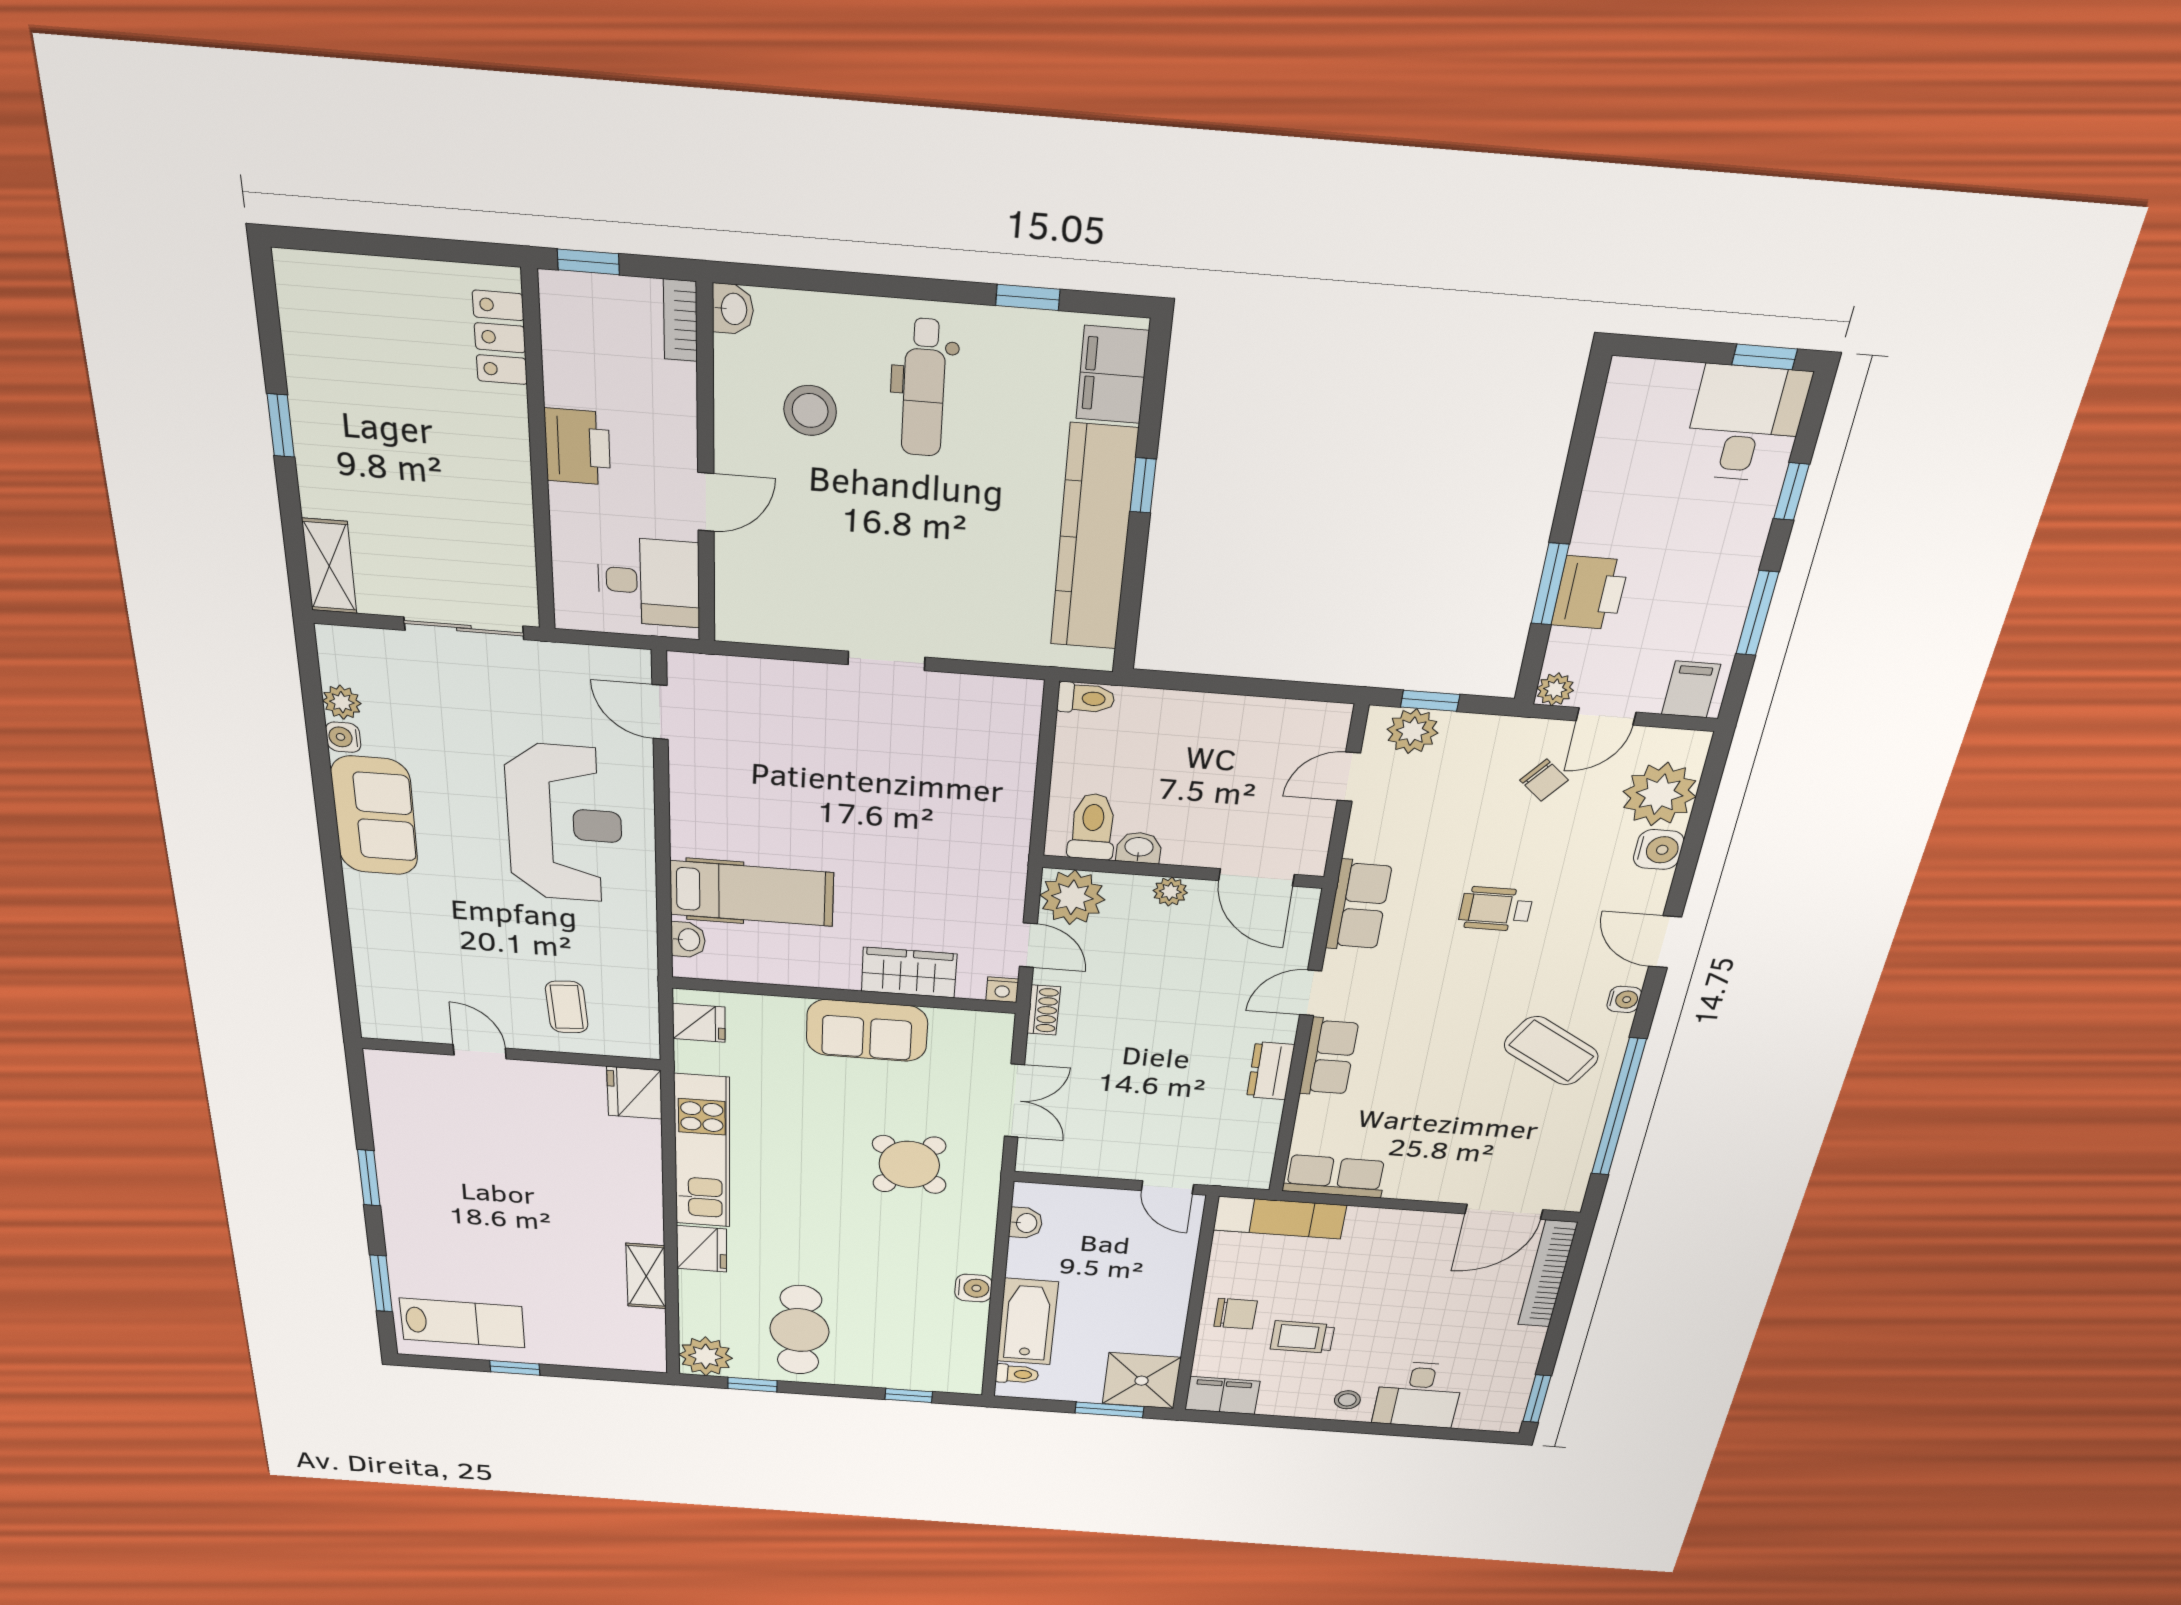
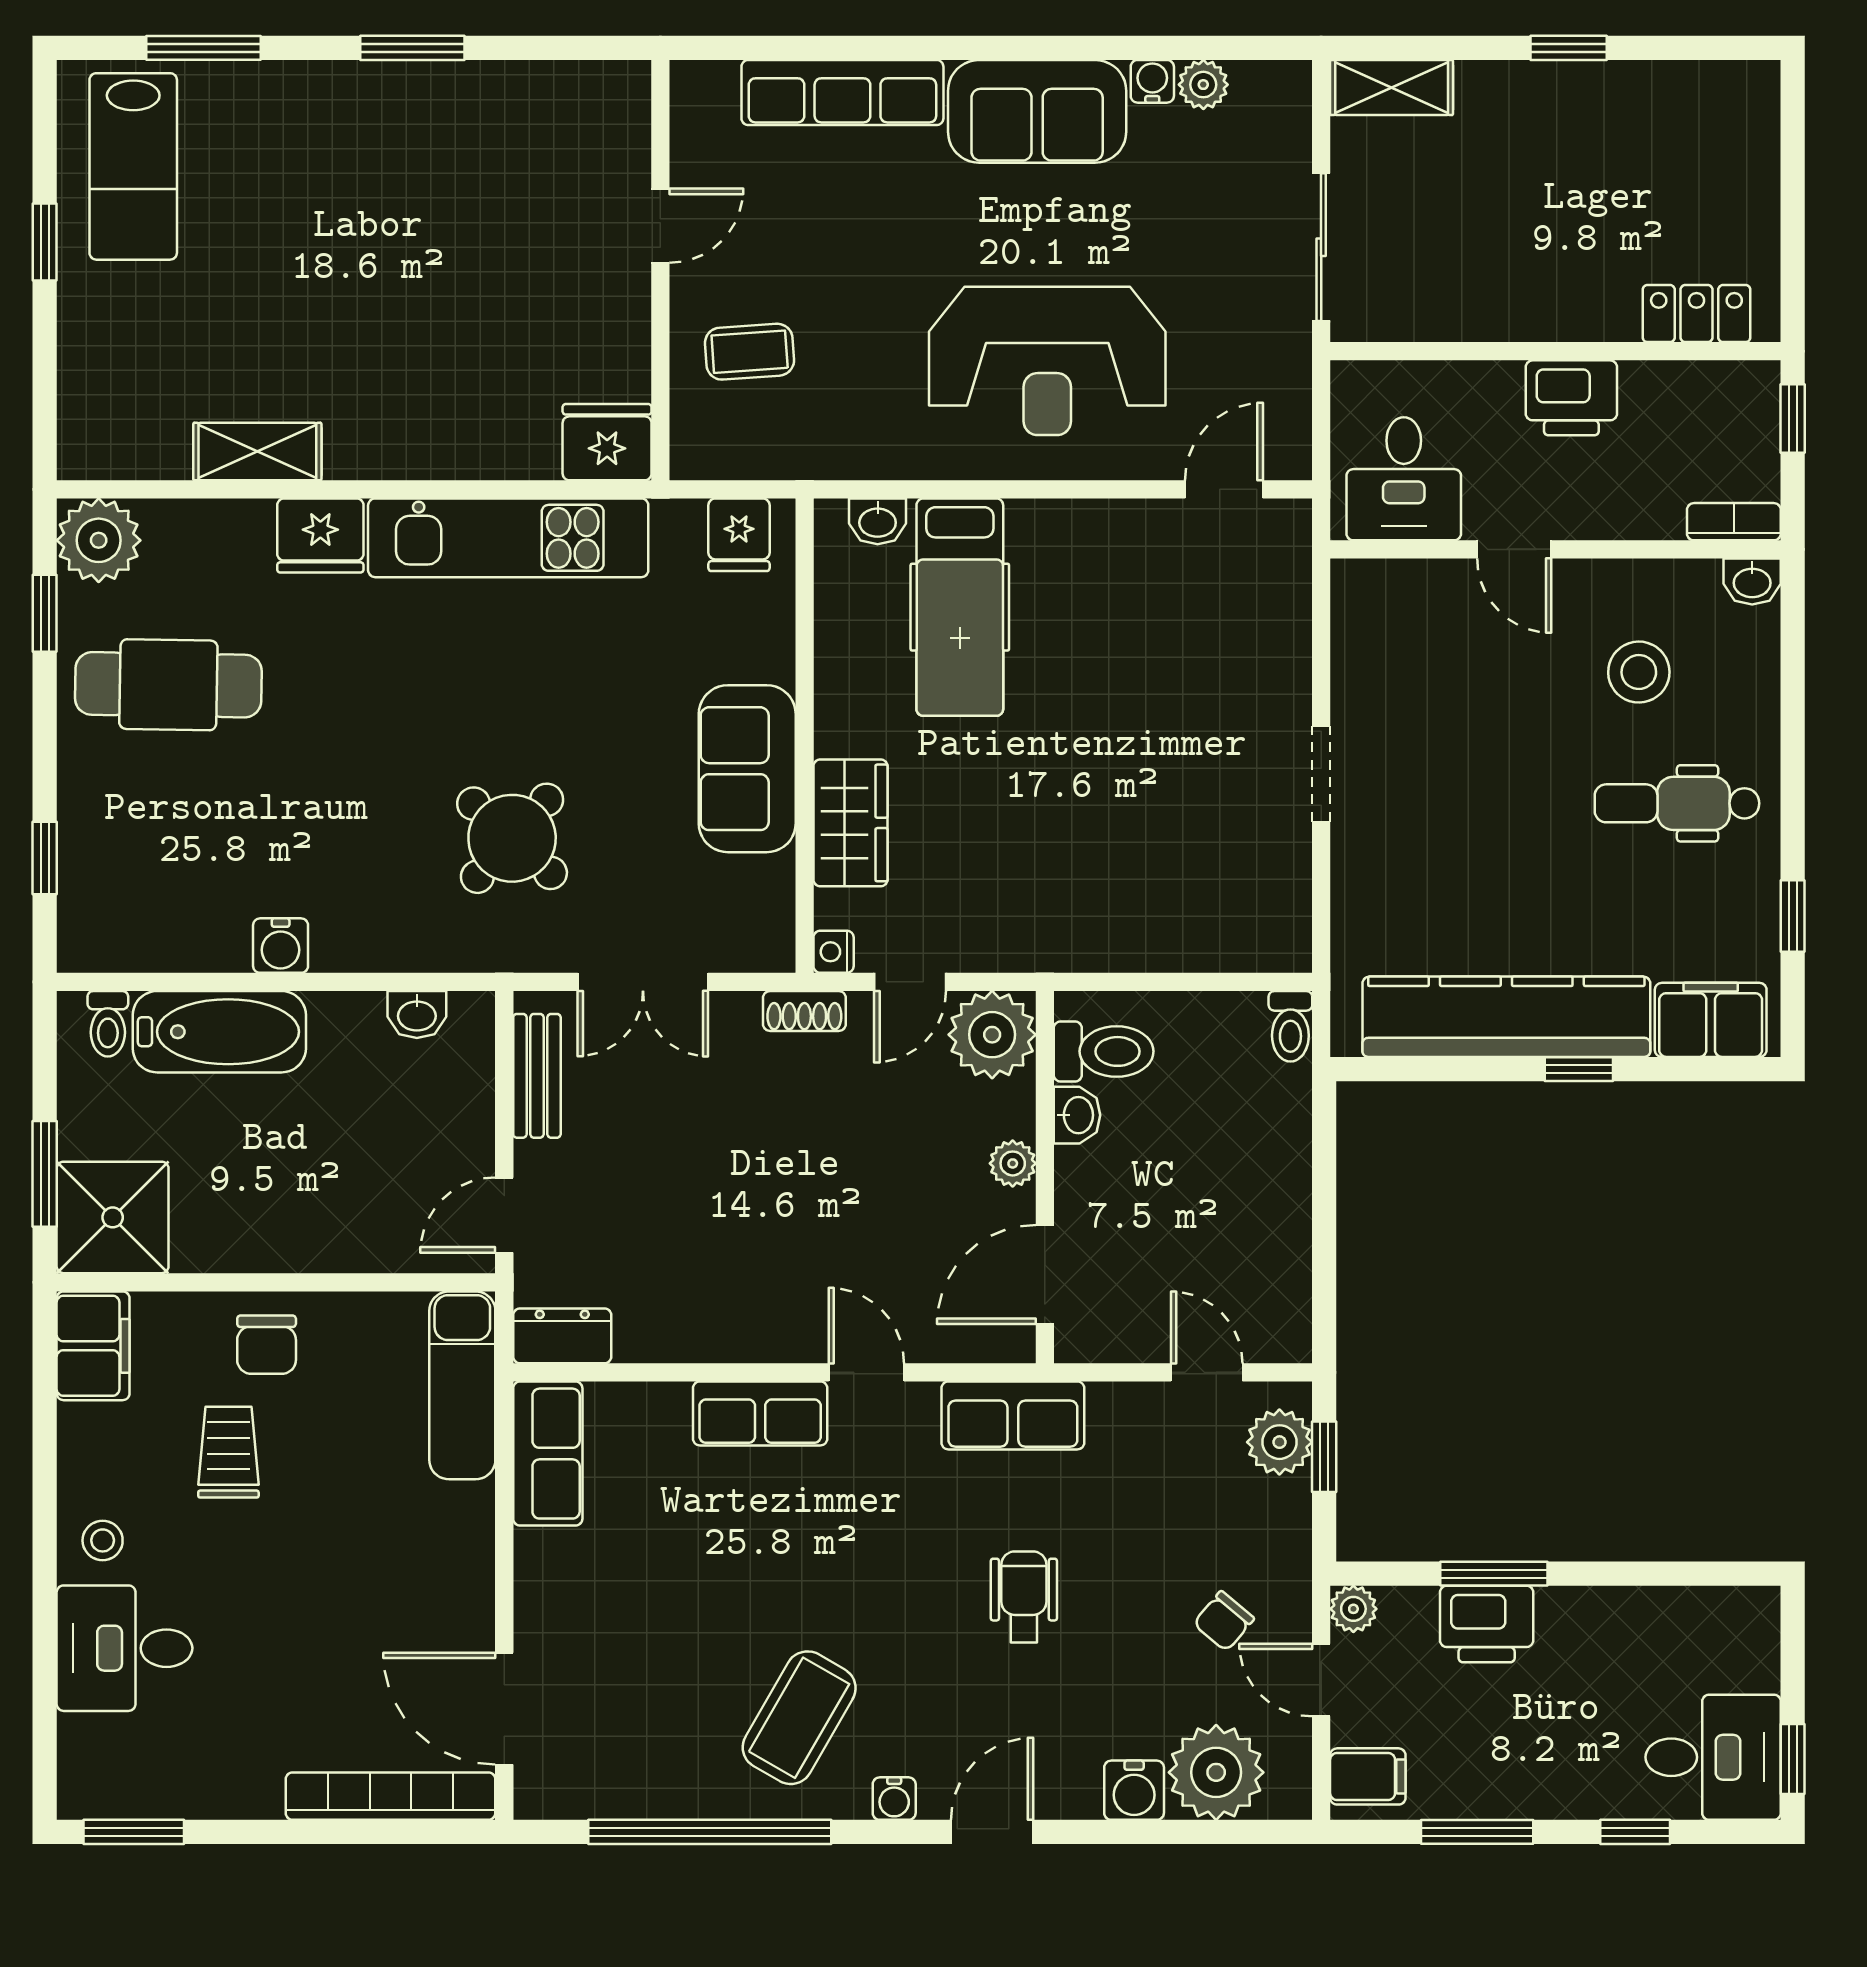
row of seats: (373, 938) -> (842, 93), added
dresser: (1271, 1071) -> (562, 1336), moved
bench: (1074, 1163) -> (537, 1076), added

